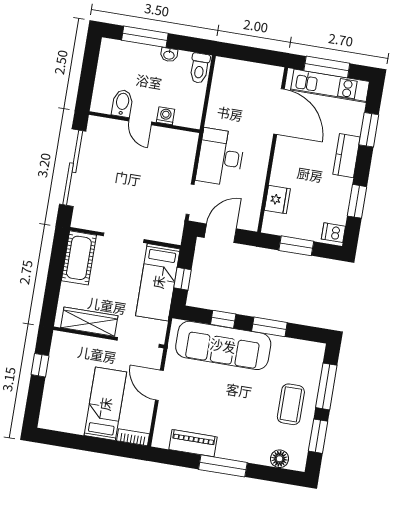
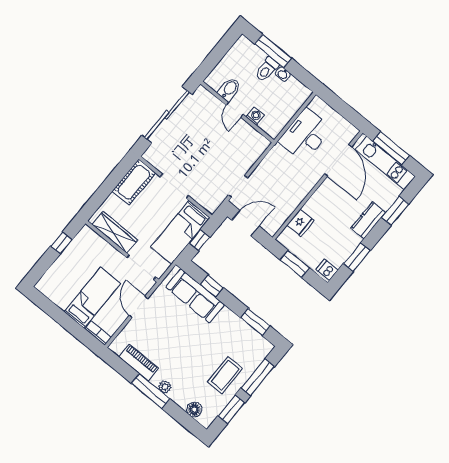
toilet: (200, 68) -> (267, 69), moved
desk: (220, 157) -> (305, 135), moved
window: (269, 327) -> (255, 322), moved
sofa: (223, 345) -> (195, 296), width x0.74, depth x0.79
plant: (235, 453) -> (165, 387), added

